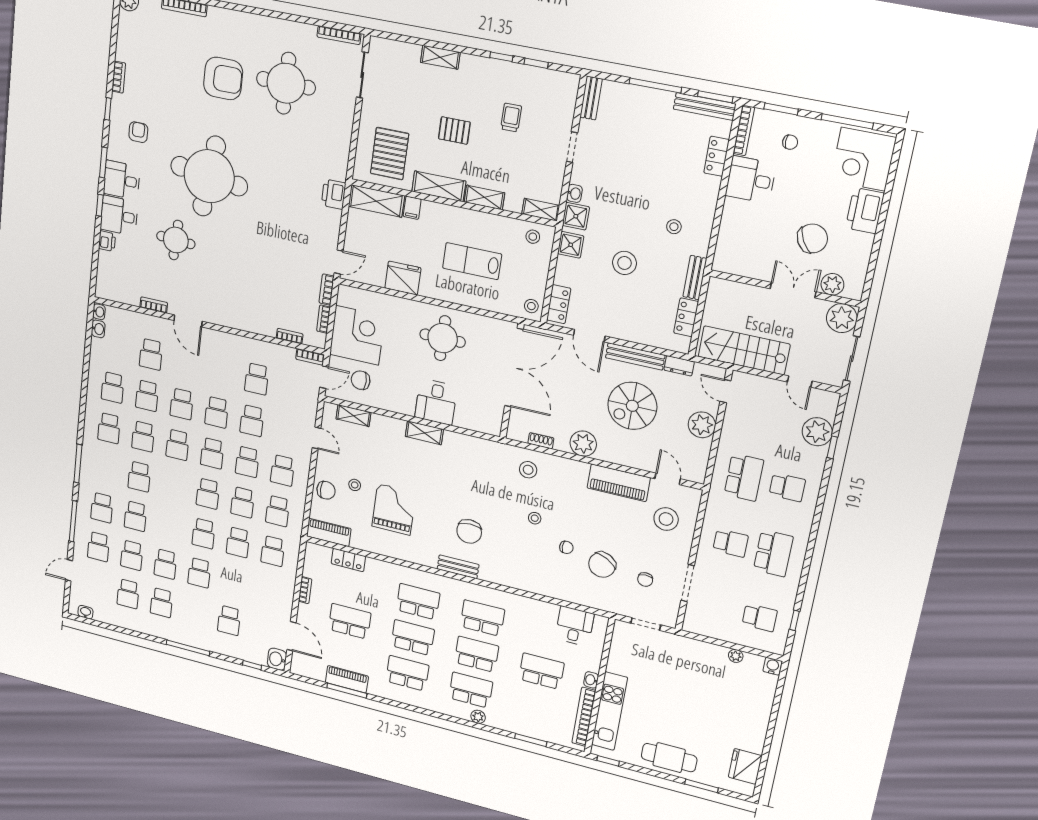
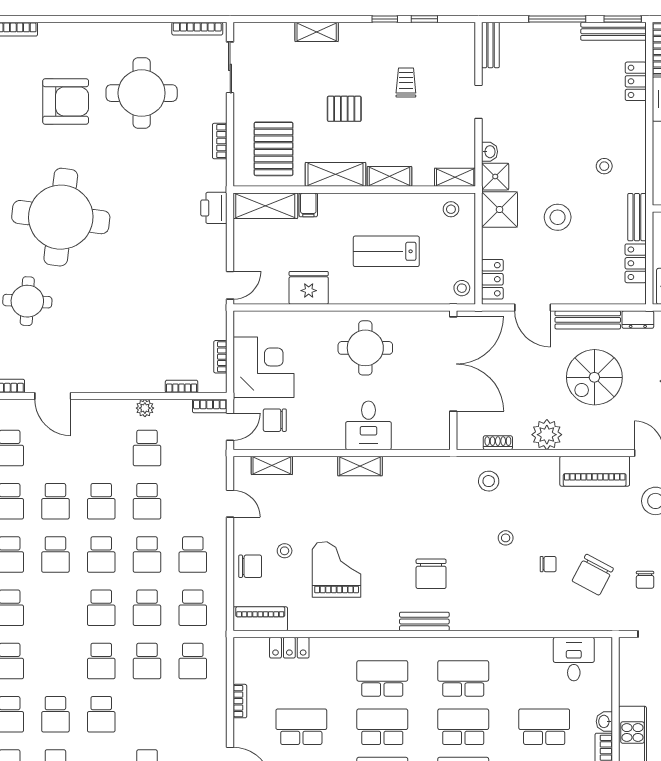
shower: (571, 245) -> (500, 209), width x1.36, depth x1.36
bookcase: (327, 290) -> (220, 141), moved
plant: (259, 347) -> (145, 408), added

